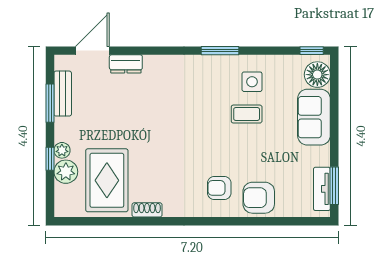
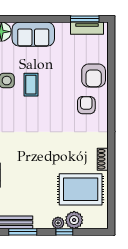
armchair: (219, 188) -> (86, 105), turned 180

